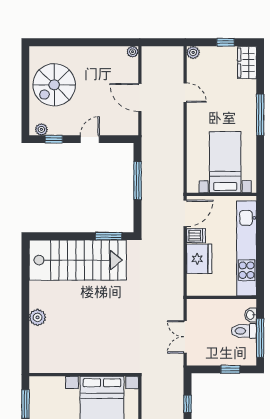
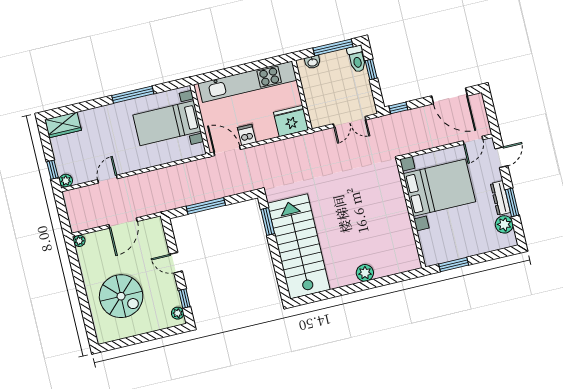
window: (226, 42) -> (52, 170), moved
spiral stairs: (54, 85) -> (121, 296), moved
window: (260, 115) -> (133, 95), moved
fridge: (199, 259) -> (291, 121), moved
toilet: (244, 331) -> (357, 59), moved
window: (187, 404) -> (398, 108), moved

